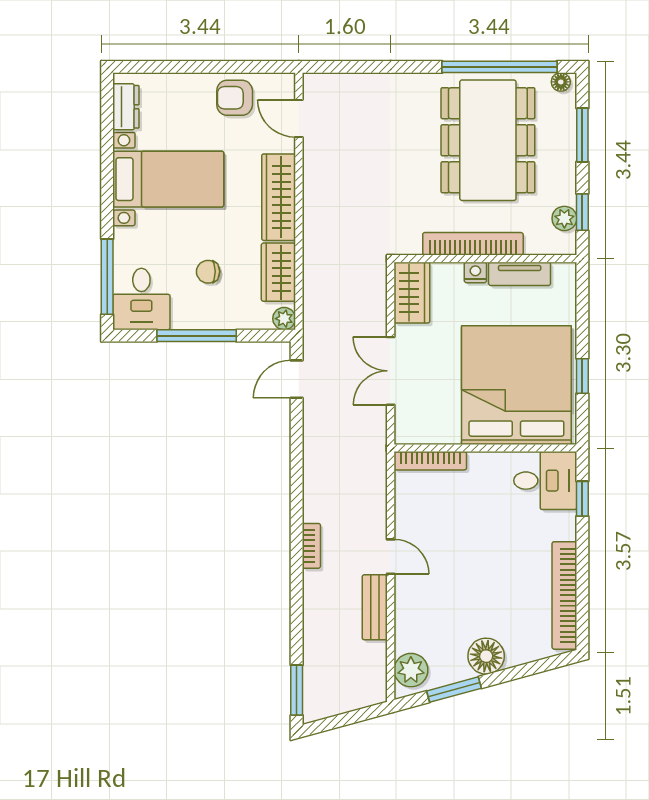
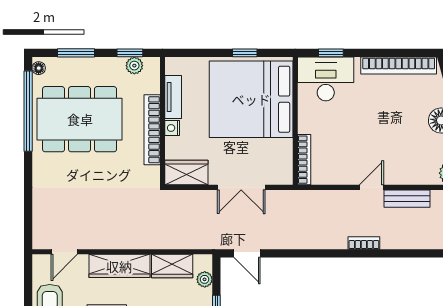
plant: (284, 319) -> (205, 279), moved
desk: (545, 481) -> (326, 79), width x1.37

